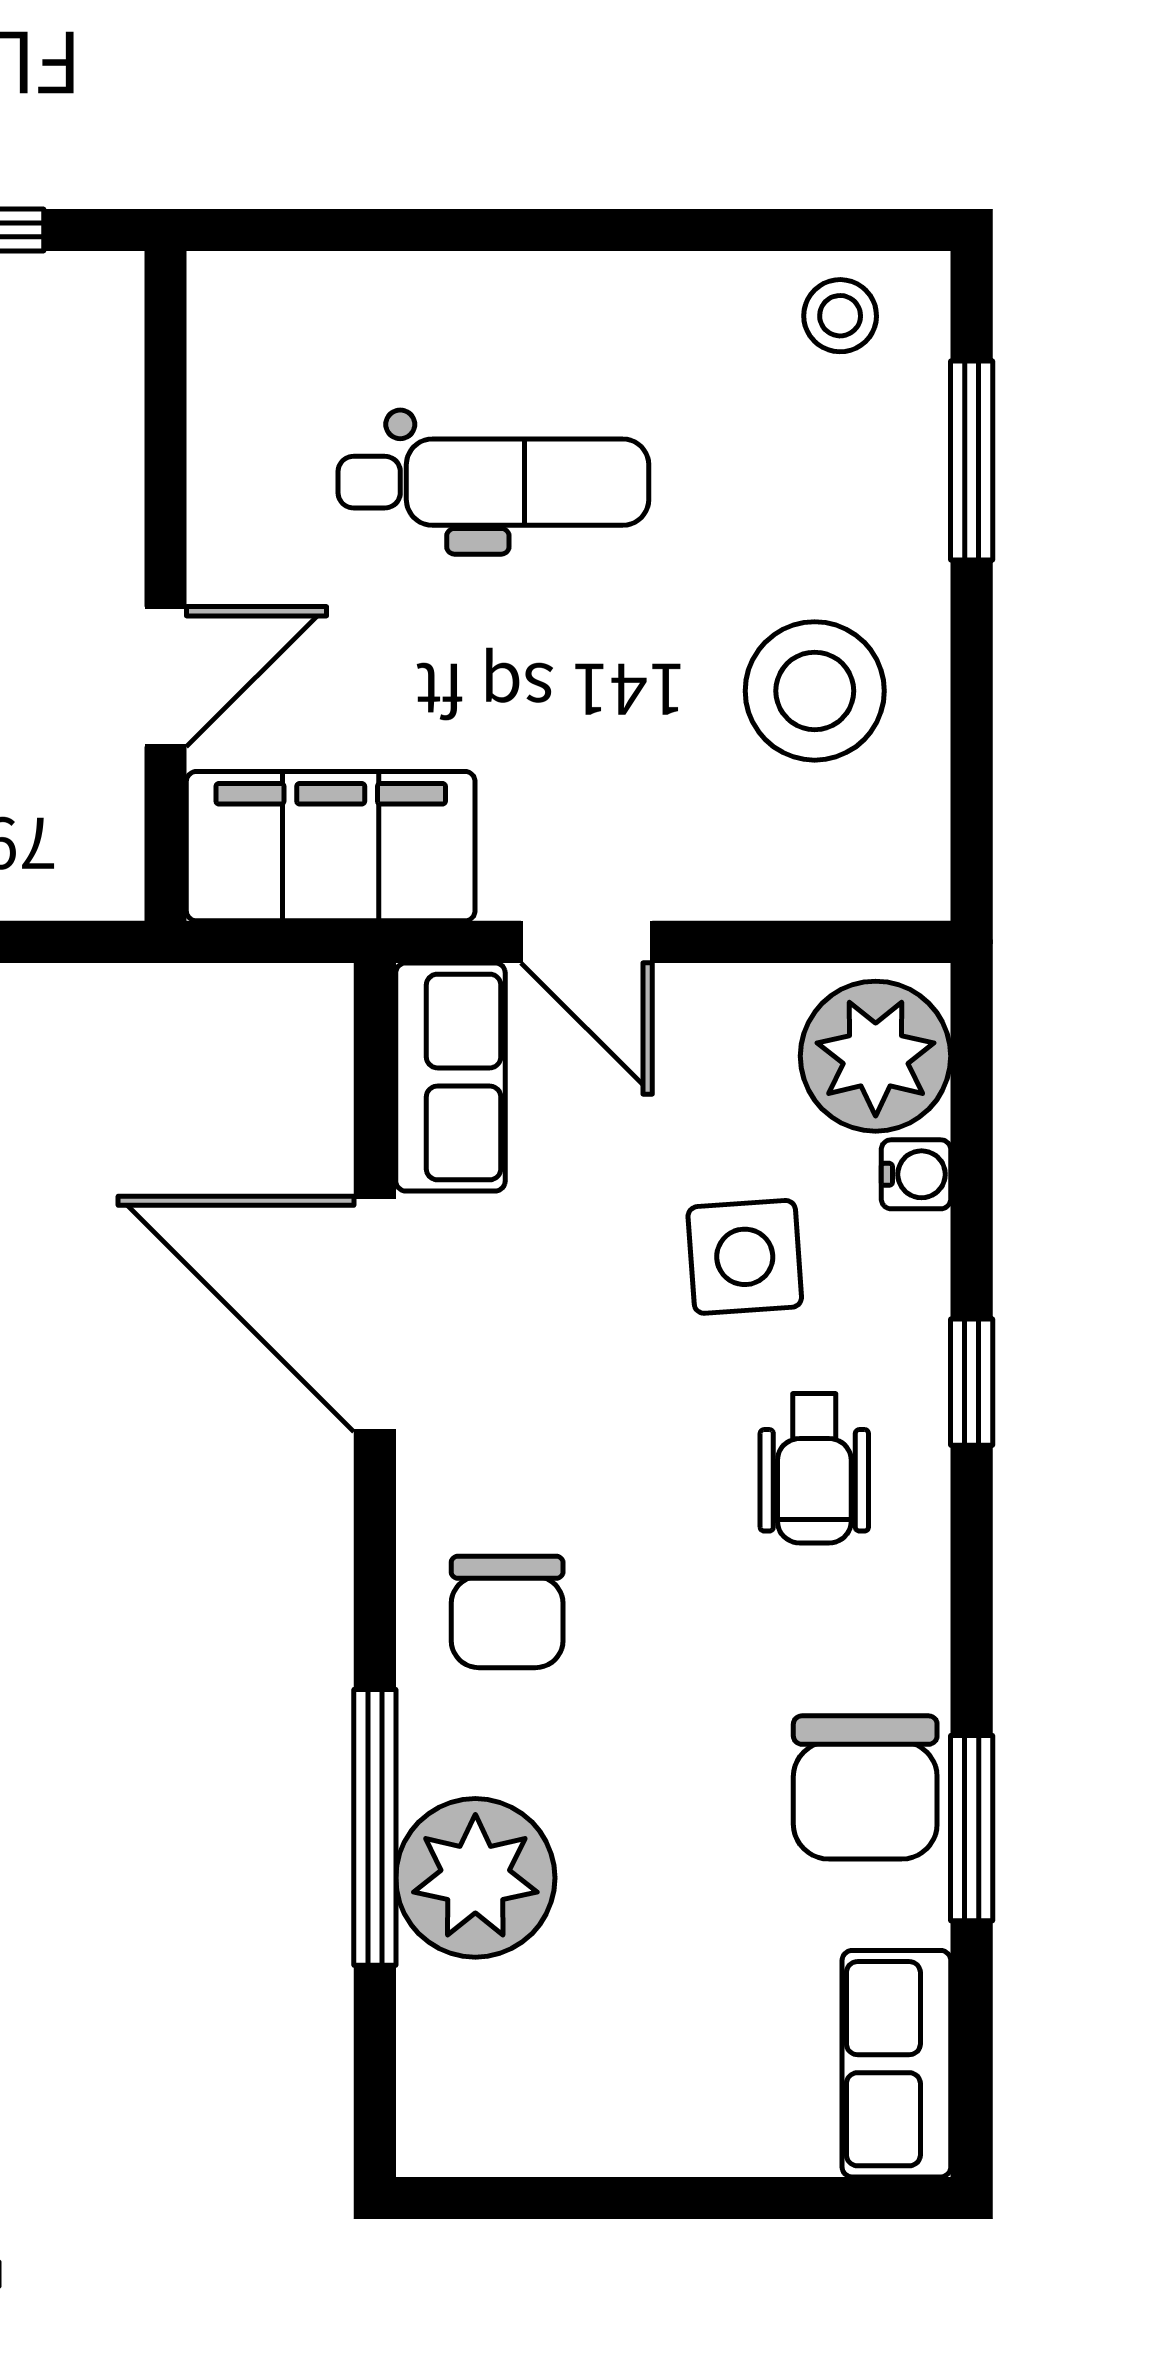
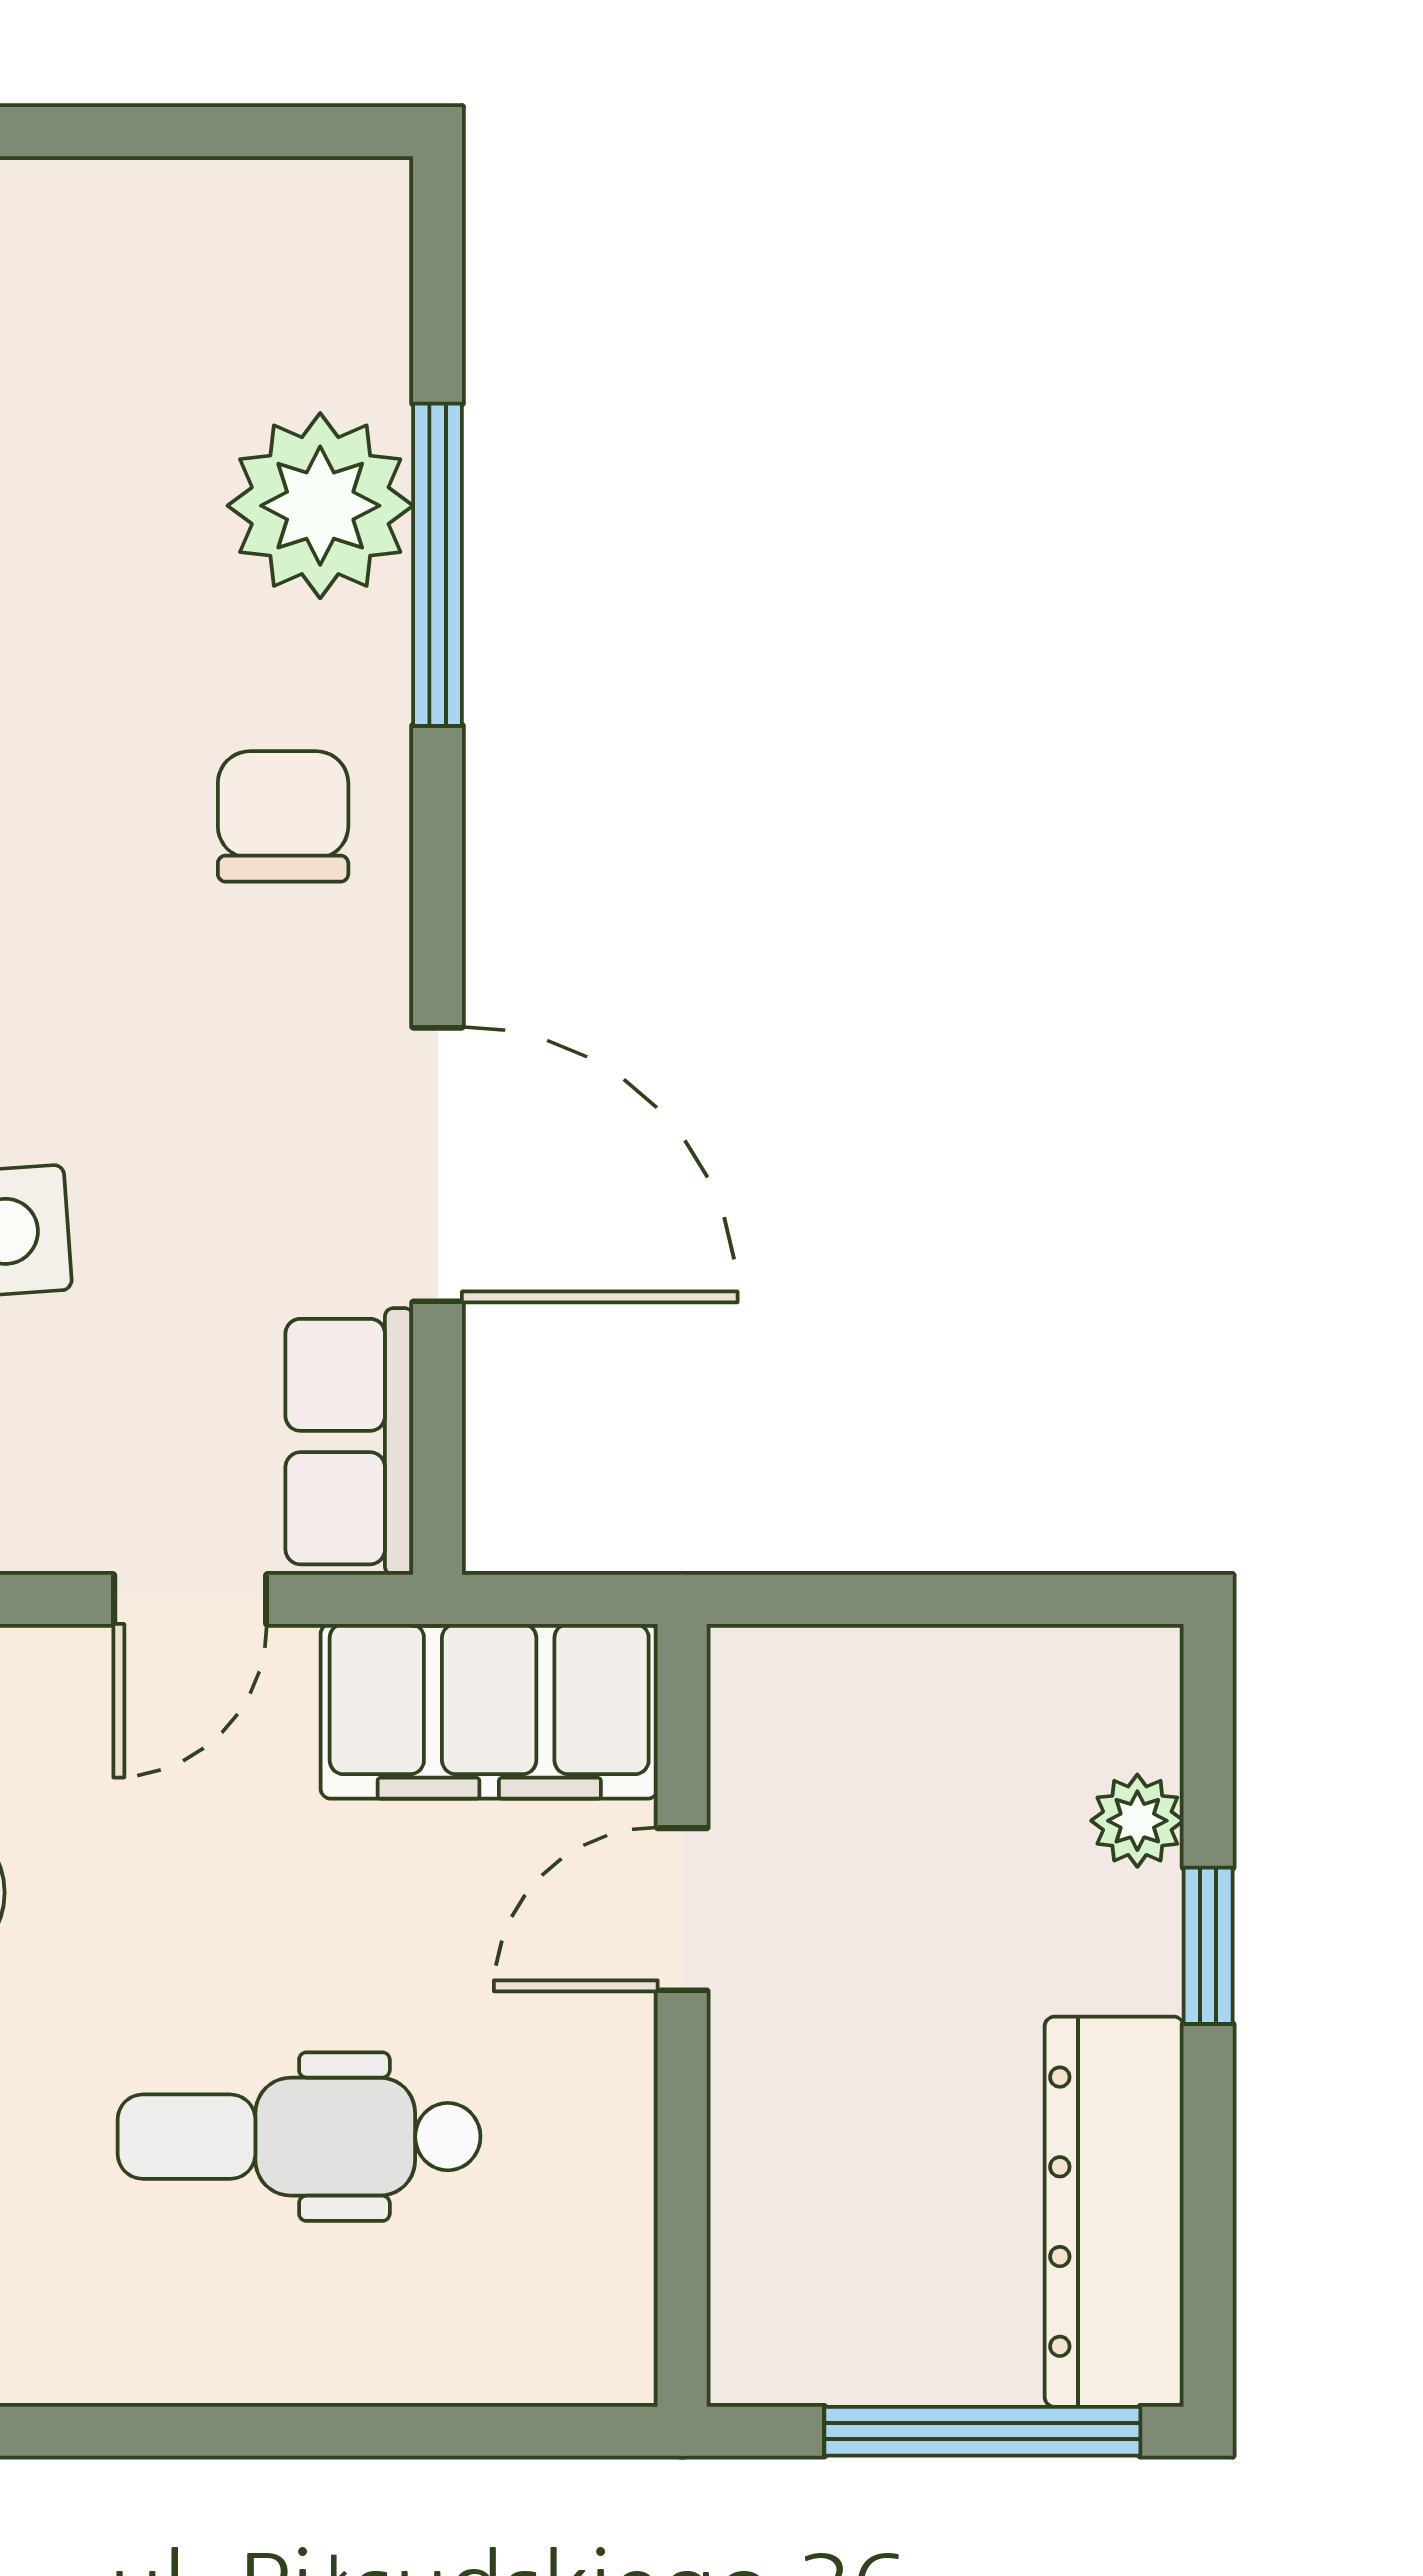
door: (587, 942) -> (190, 1599), swing flipped

